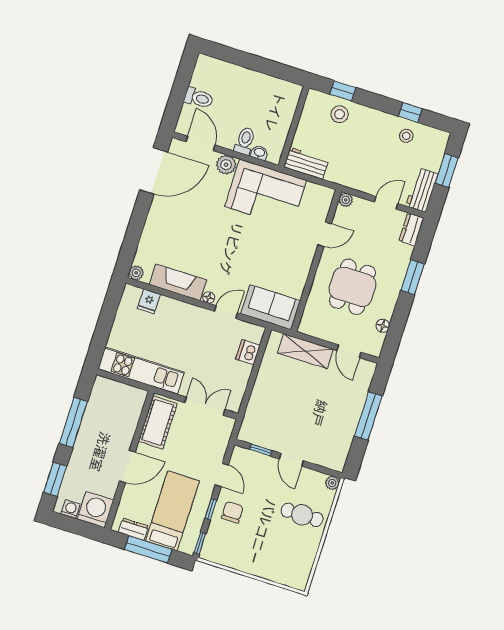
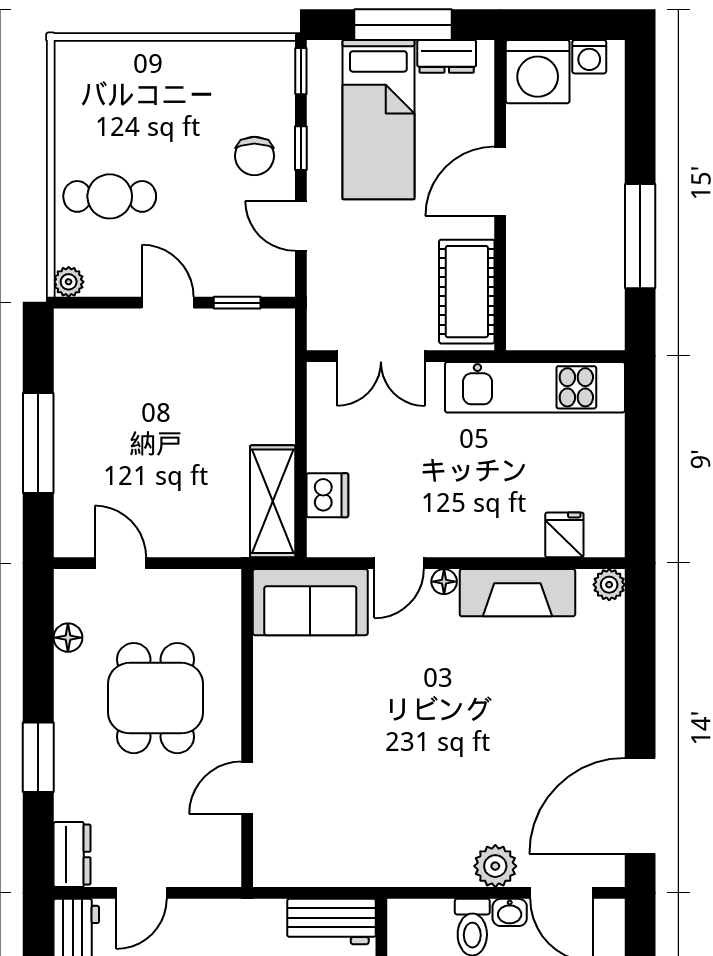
washbasin: (259, 153) -> (510, 912), moved
corner sofa: (266, 193) -> (395, 833), removed
plant: (346, 200) -> (227, 872), removed
shelving: (305, 351) -> (273, 501), moved, turned 90
window: (55, 479) -> (640, 108), removed

